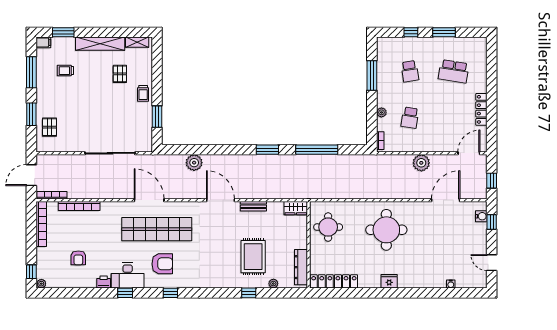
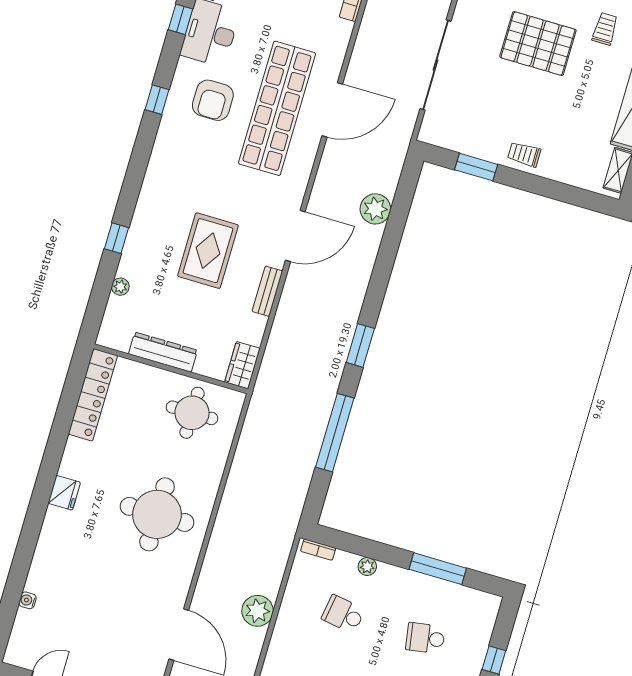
pallet: (120, 74) -> (538, 44), moved, width x2.05, depth x2.00
rug: (253, 257) -> (208, 251), moved, turned 90
dresser: (301, 267) -> (163, 352), moved

